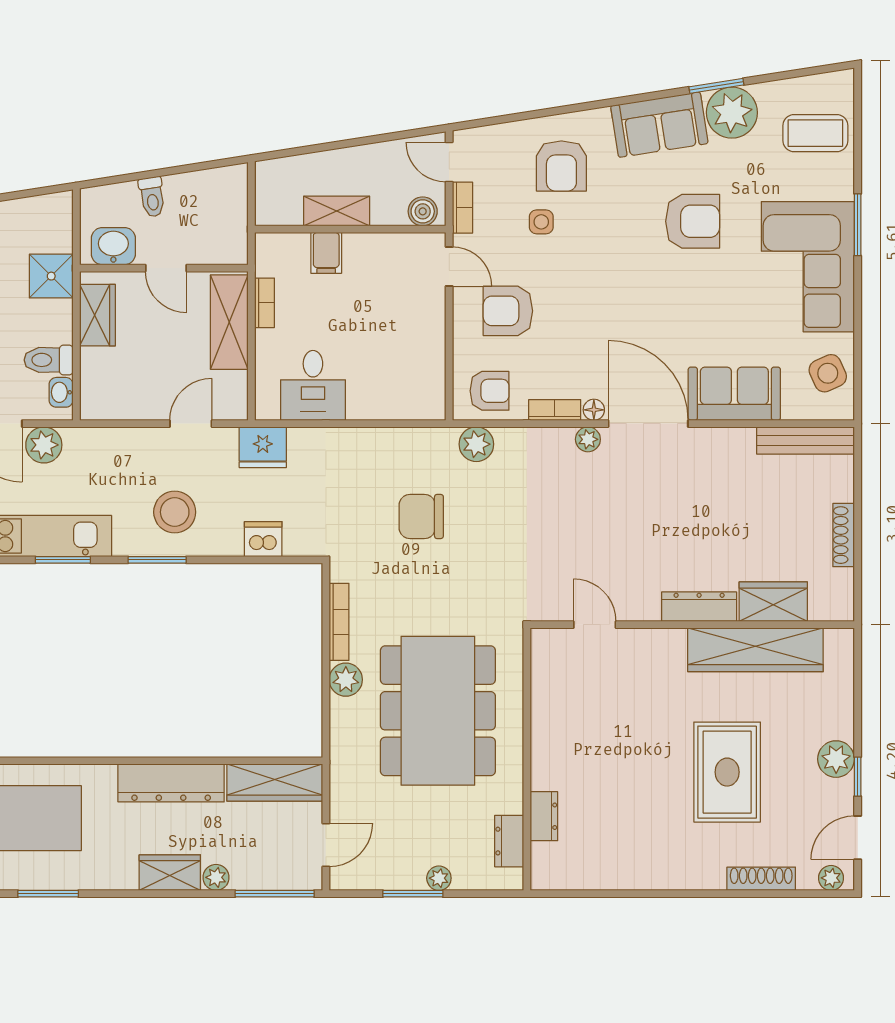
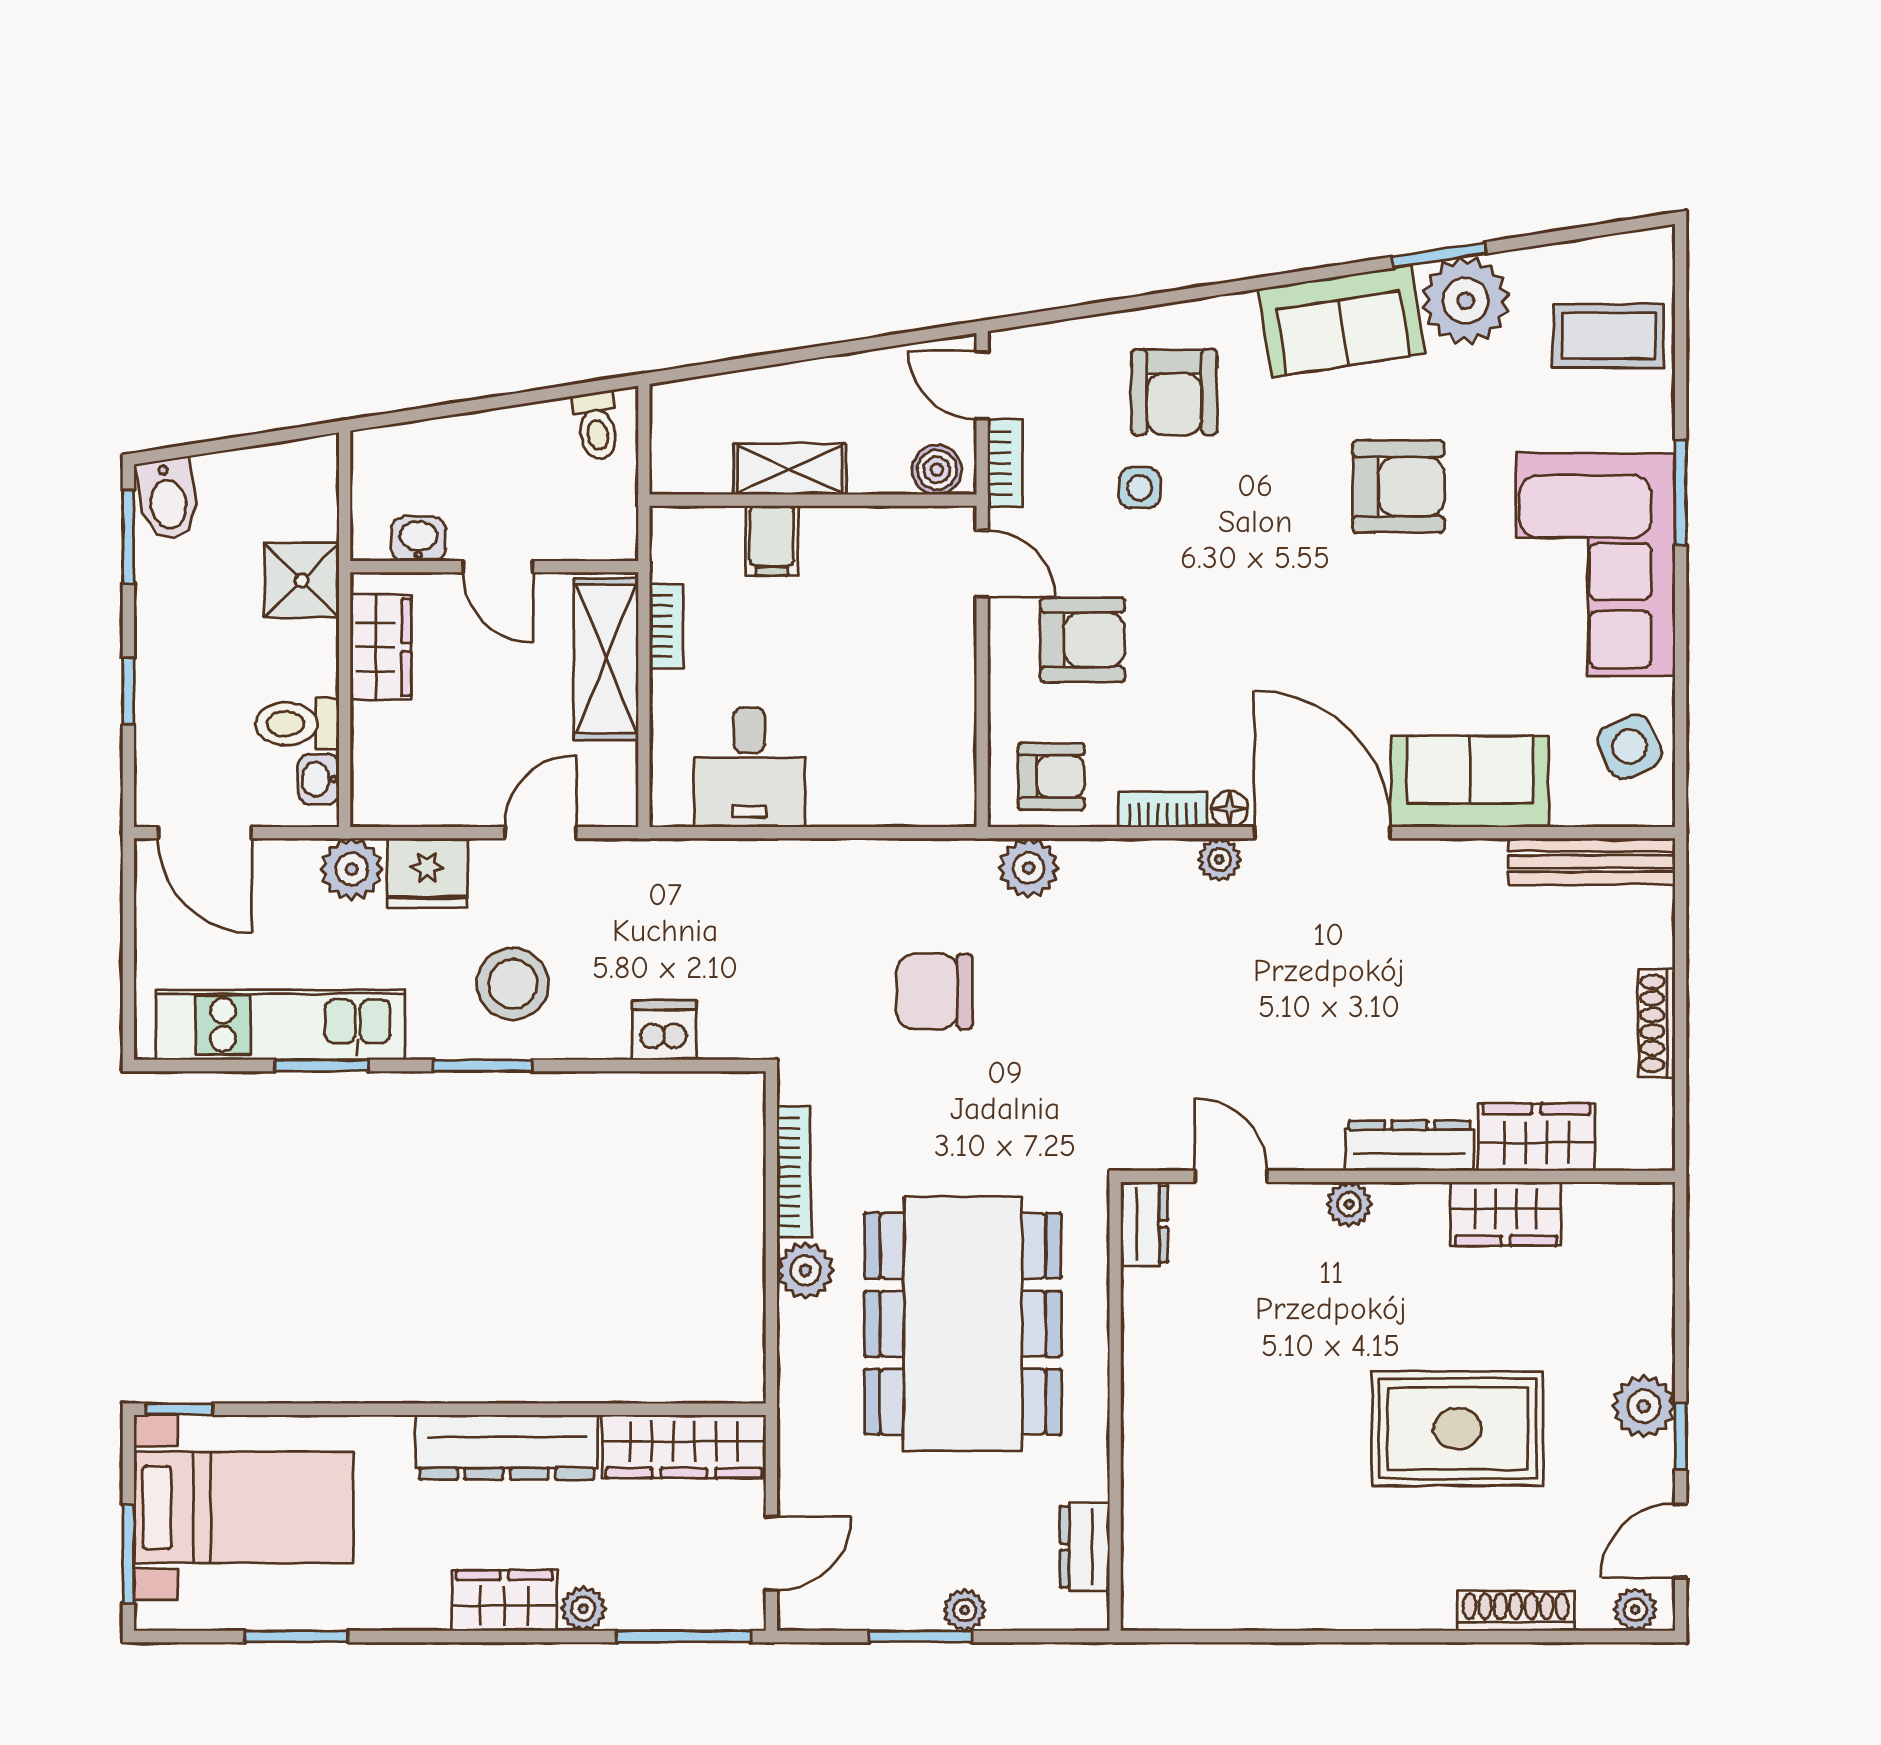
toilet: (152, 197) -> (597, 426), moved
washbasin: (113, 246) -> (418, 539), width x0.72, depth x0.69
armchair: (508, 311) -> (1083, 640), turned 180
plant: (44, 445) -> (352, 869), moved
fridge: (263, 447) -> (427, 873), moved
plant: (664, 641) -> (1349, 1204), added
wardrobe: (755, 650) -> (1506, 1214), width x0.48, depth x0.85
rug: (727, 772) -> (1458, 1429), turned 90
dresser: (544, 816) -> (1144, 1224), moved

